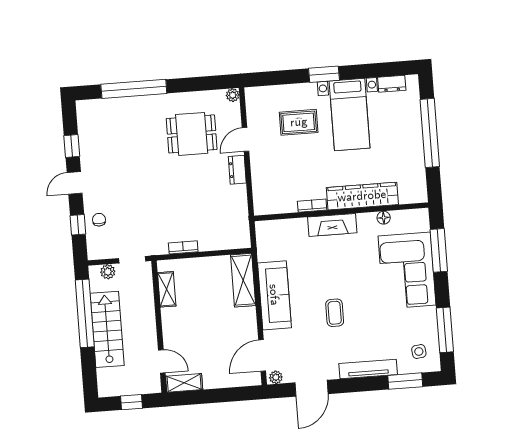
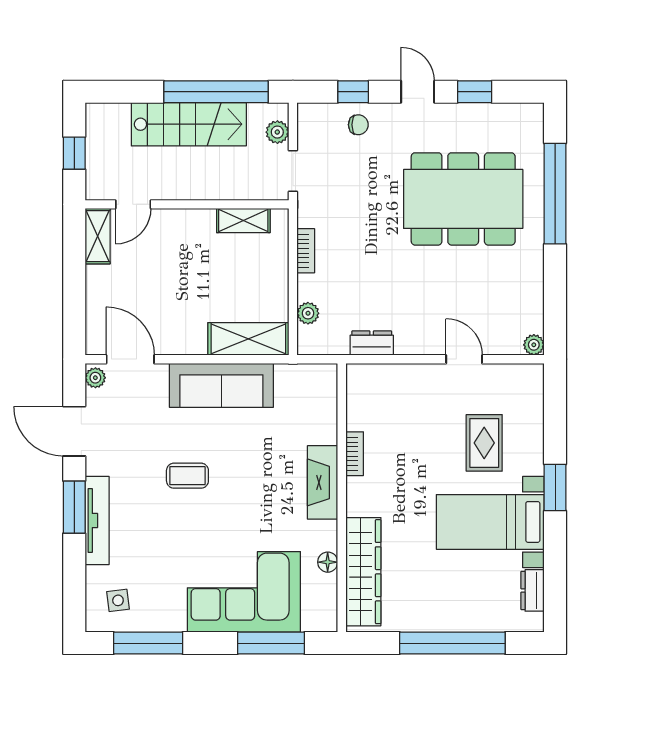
dining table: (192, 134) -> (463, 199), moved, width x1.88, depth x1.24
dresser: (237, 170) -> (372, 343), moved
wardrobe: (362, 196) -> (363, 572), moved
plant: (223, 243) -> (308, 313), added
window: (405, 381) -> (74, 507), moved

